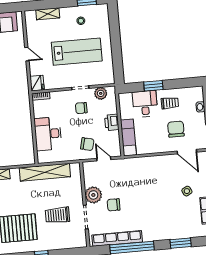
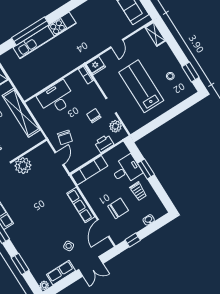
shelving: (48, 14) -> (155, 34), moved
lab bench: (77, 52) -> (141, 86), turned 180
printer: (112, 122) -> (104, 143), moved
row of seats: (156, 161) -> (81, 205), added
chair: (114, 205) -> (23, 188), removed

